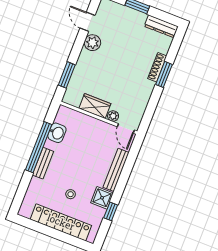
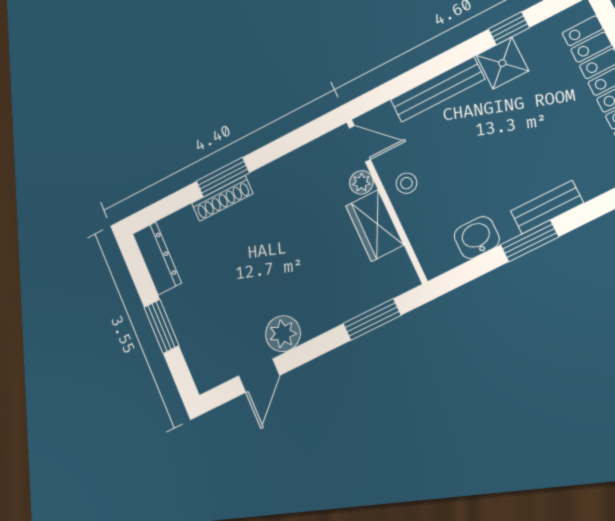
door: (126, 128) -> (360, 144), hinge flipped
window: (39, 147) -> (529, 241), width x0.47
stool: (71, 194) -> (406, 183), moved

